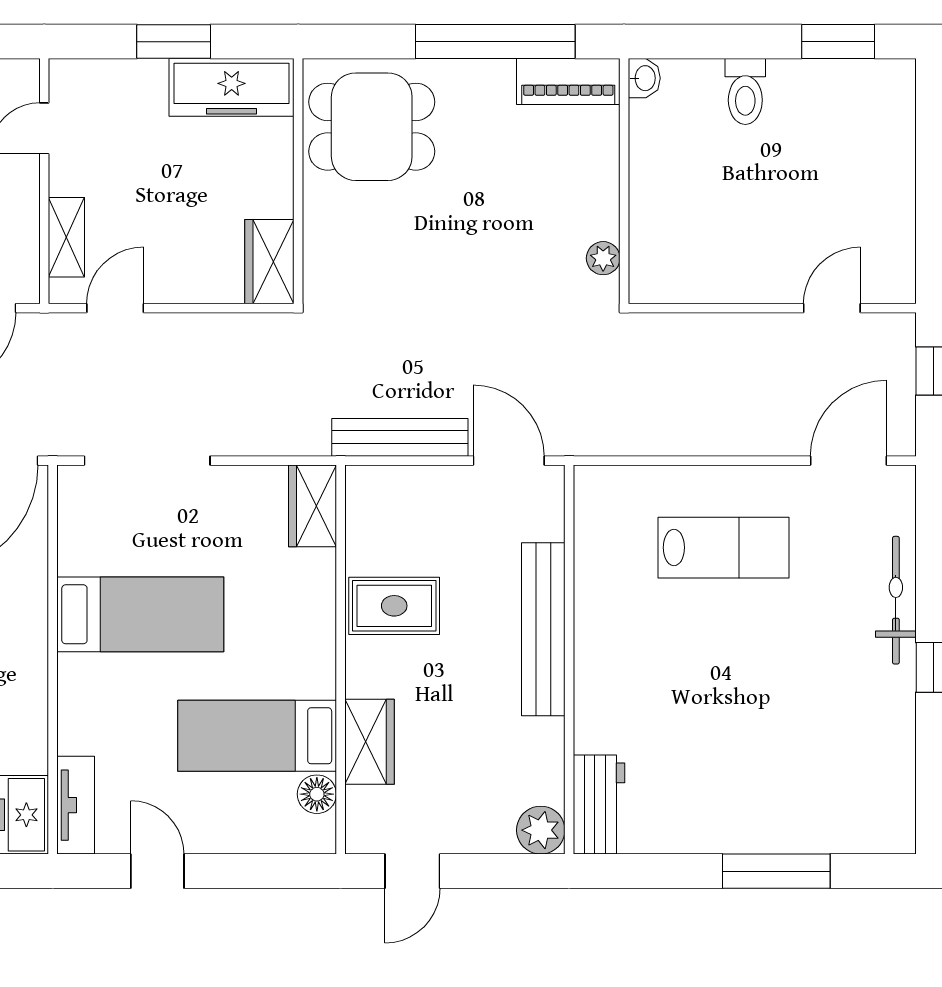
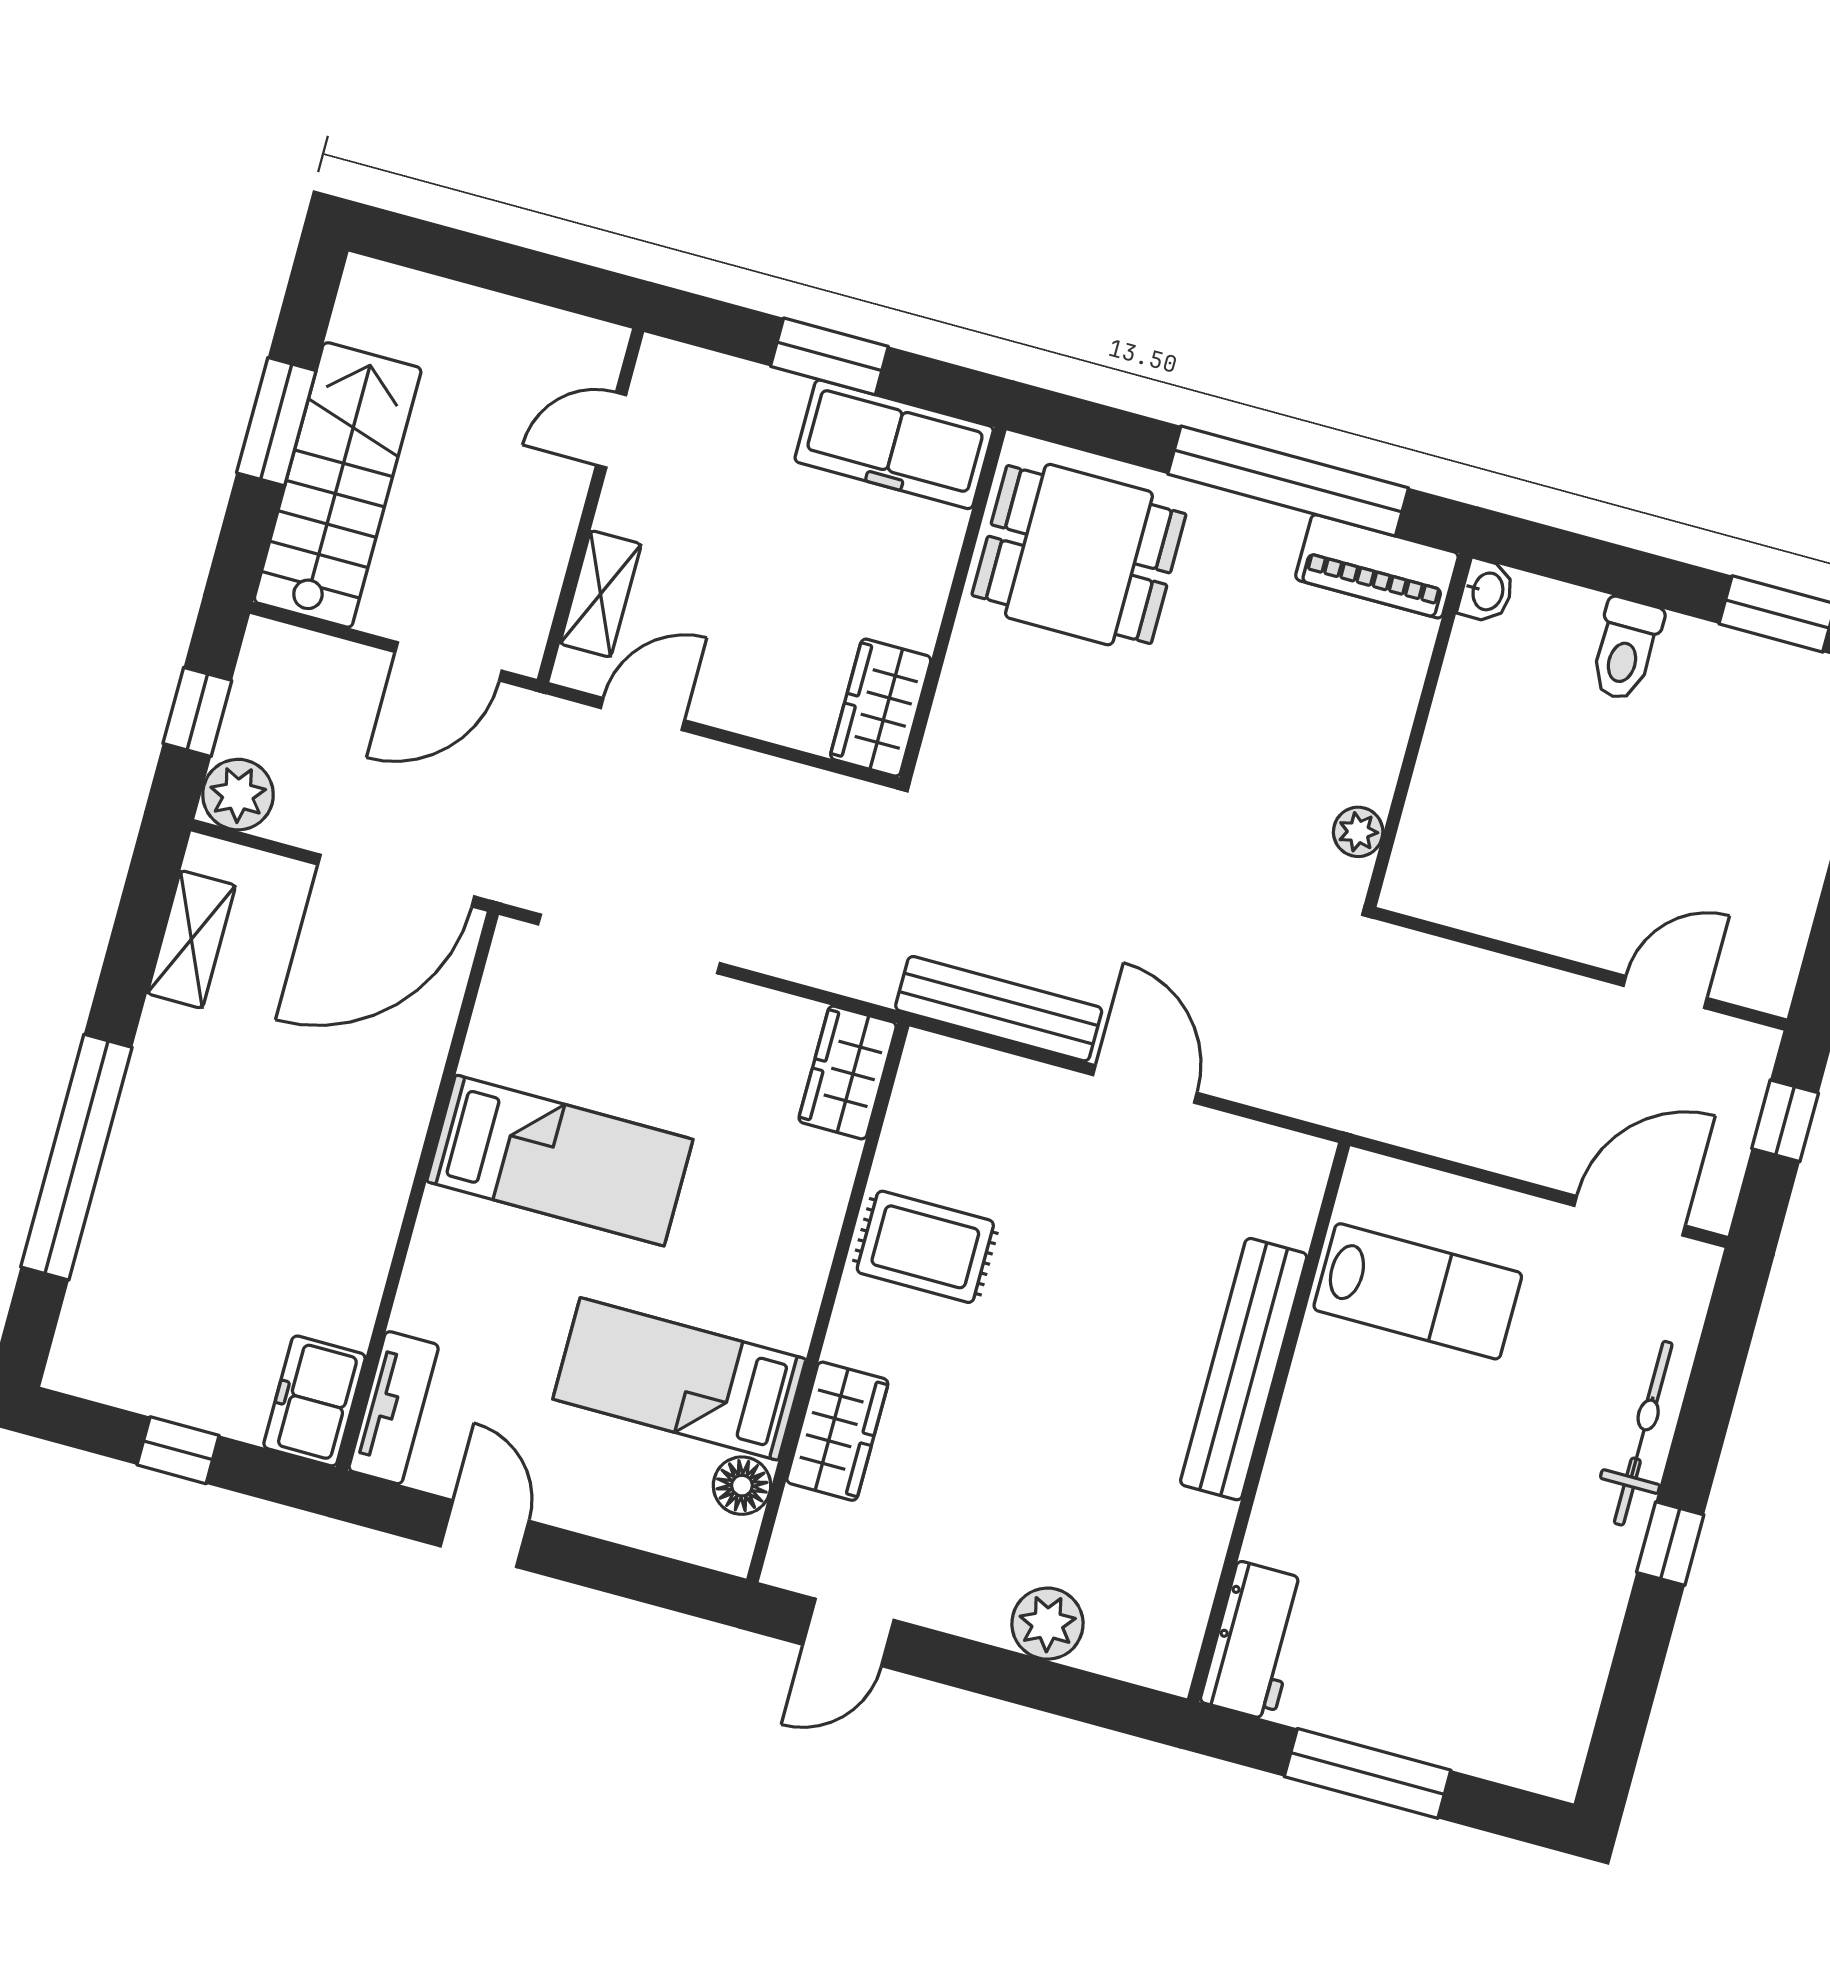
bench: (543, 629) -> (1244, 1369), moved
wall: (569, 660) -> (1269, 1422), moved
workbench: (599, 805) -> (1255, 1641), moved

